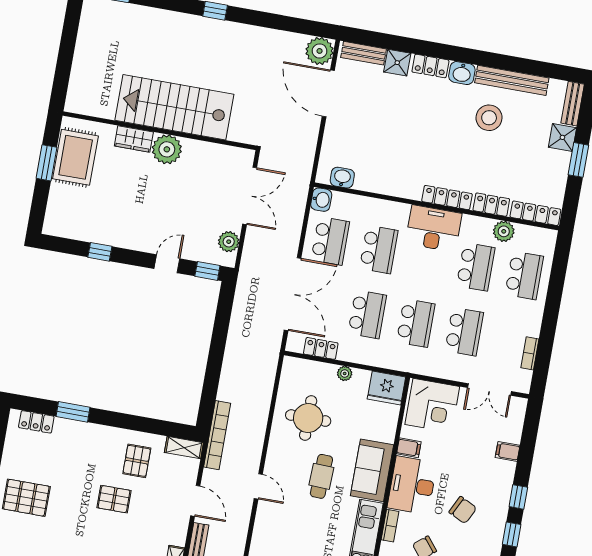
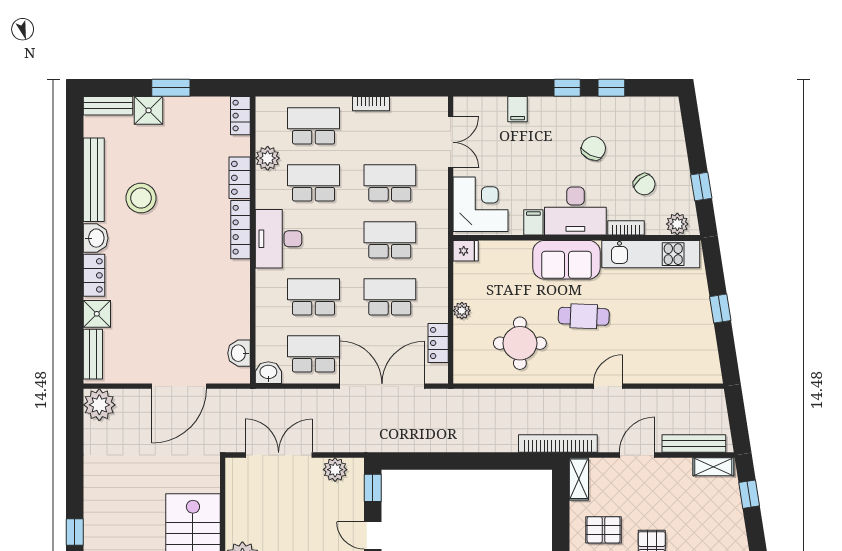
door: (328, 93) -> (179, 386), moved
locker: (535, 213) -> (240, 116), width x0.66
bookcase: (530, 353) -> (371, 104), moved
fridge: (386, 388) -> (466, 251), width x0.53, depth x0.75

